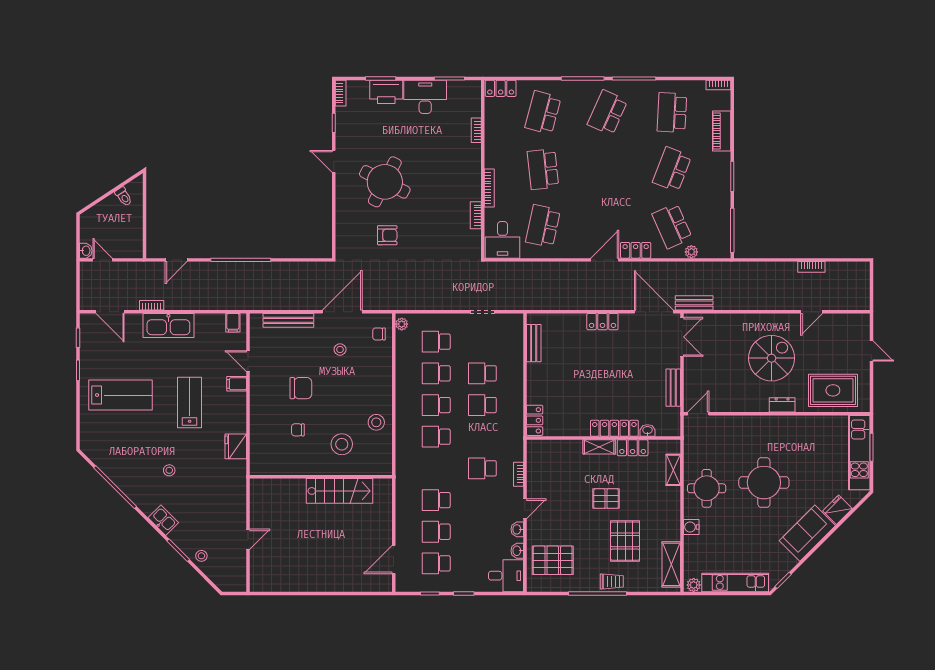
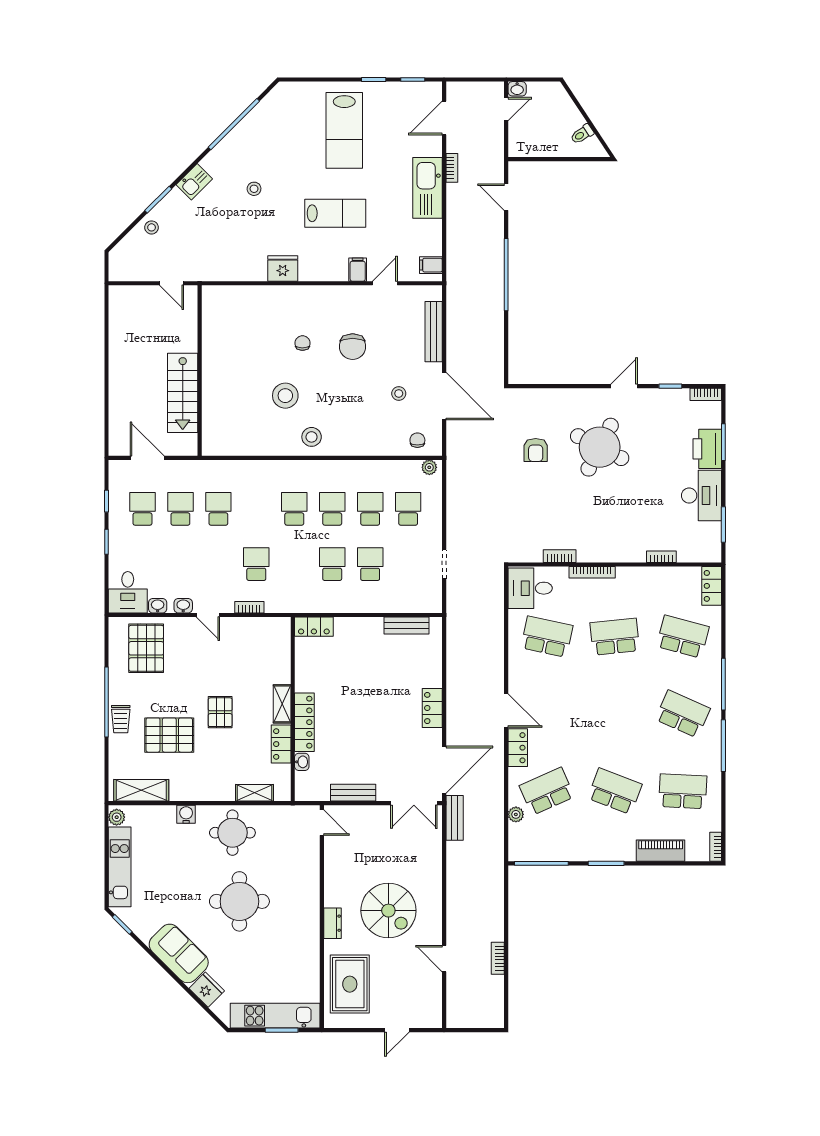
wall: (321, 477) -> (200, 371), moved
stairs: (340, 491) -> (183, 393), moved

